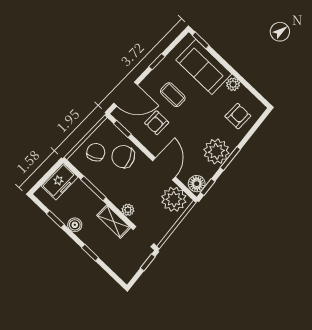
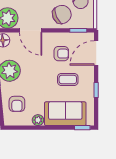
armchair: (157, 123) -> (61, 54), turned 90

